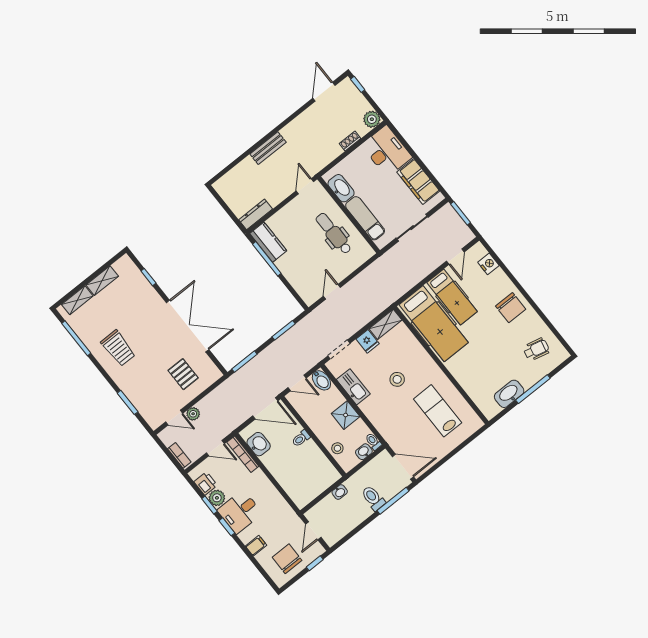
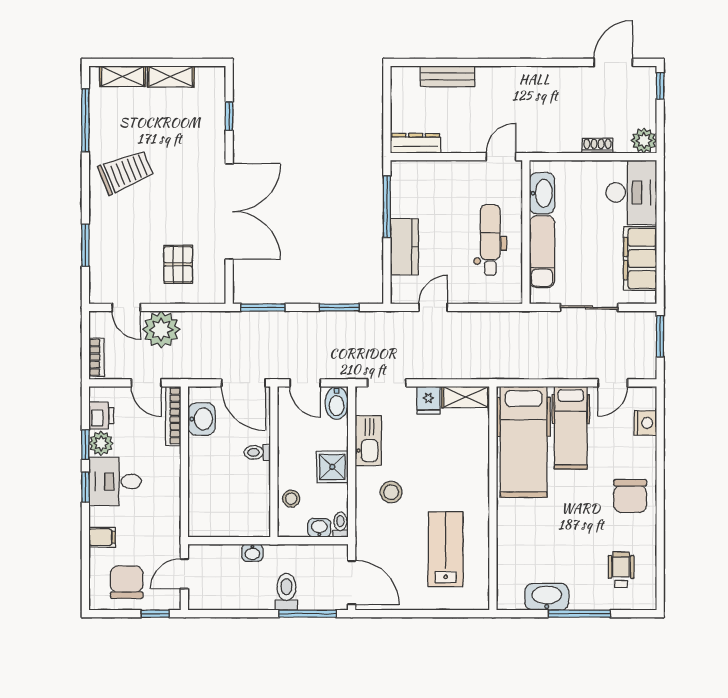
bench: (268, 148) -> (448, 76), moved
kitchen counter: (268, 242) -> (404, 247), moved
trolley: (118, 348) -> (126, 172), turned -112
wheelchair: (536, 349) -> (621, 570), turned -103
stool: (397, 379) -> (391, 492), moved
plant: (193, 414) -> (161, 330), width x1.87, depth x1.87

